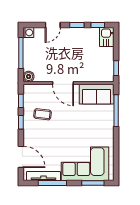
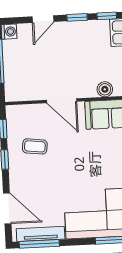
boiler: (29, 77) -> (105, 89), moved
window: (52, 183) -> (39, 244), moved

